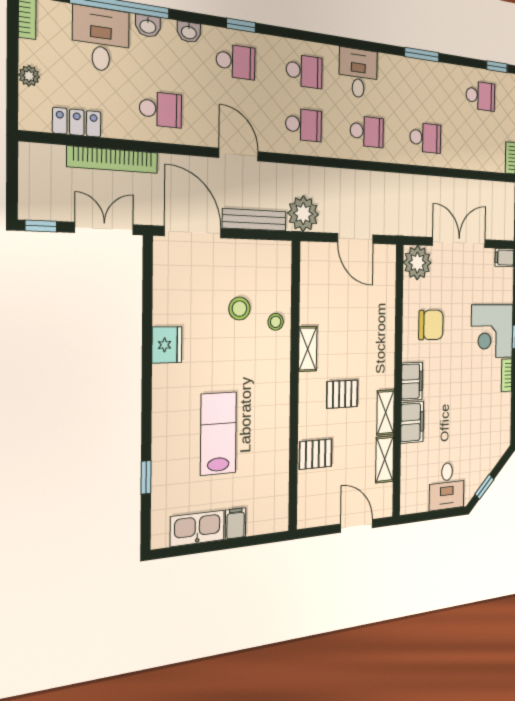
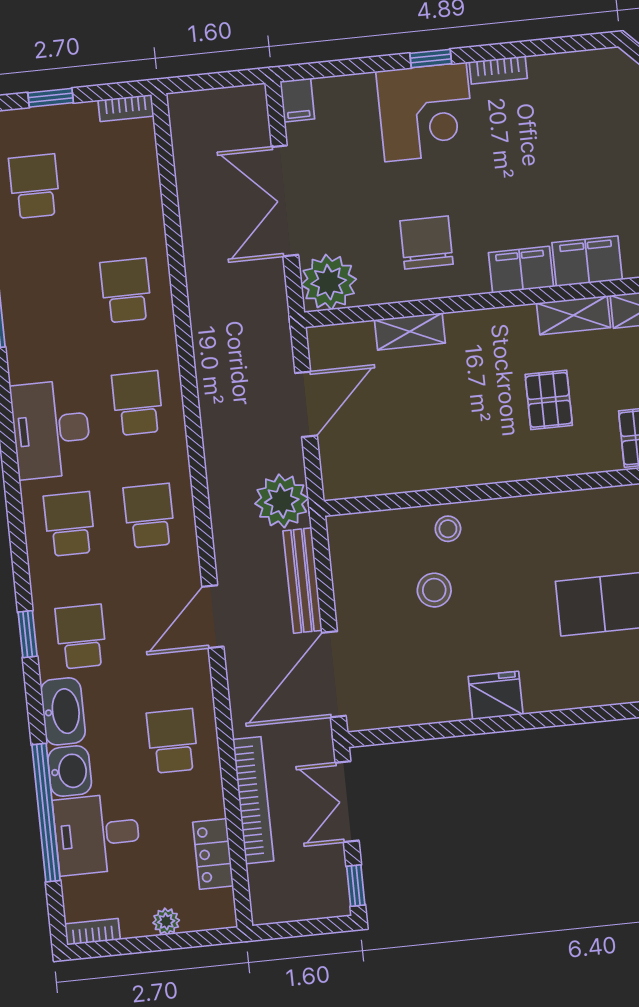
washbasin: (148, 26) -> (70, 771), width x1.38, depth x1.45
washbasin: (189, 32) -> (63, 711), width x1.91, depth x1.45
desk: (358, 73) -> (51, 429), width x1.37
shelving: (308, 349) -> (410, 331), moved

